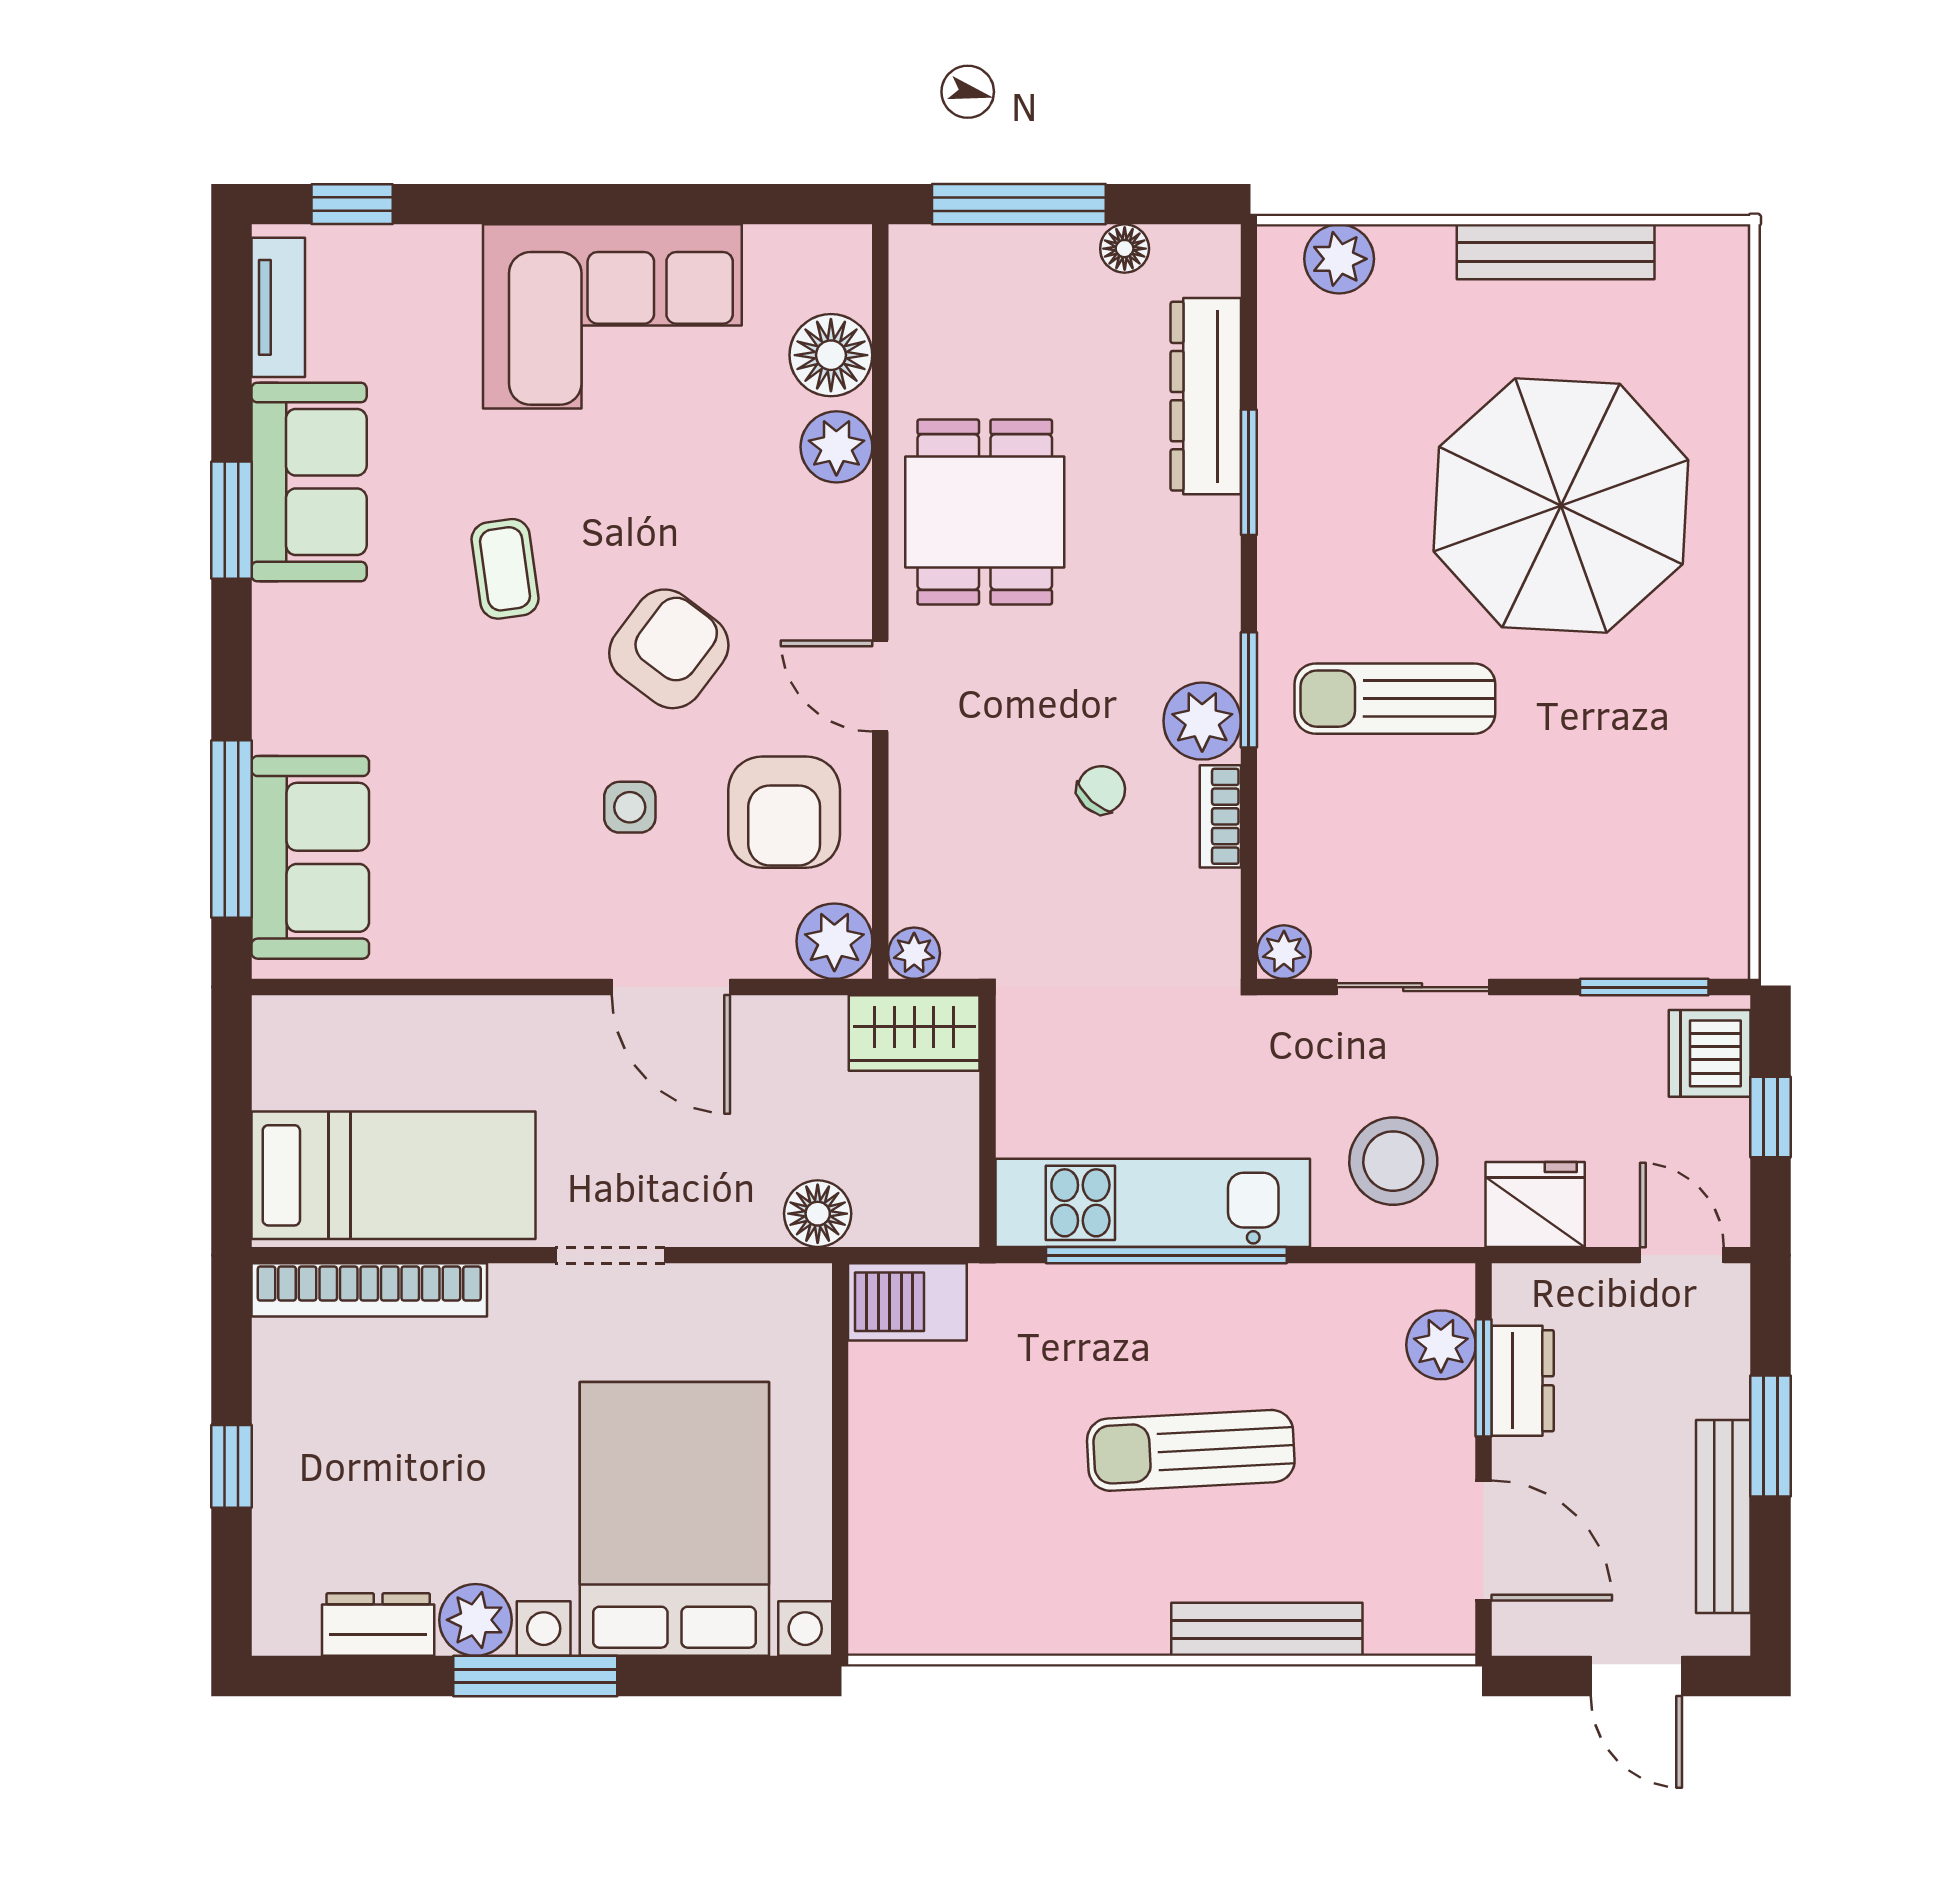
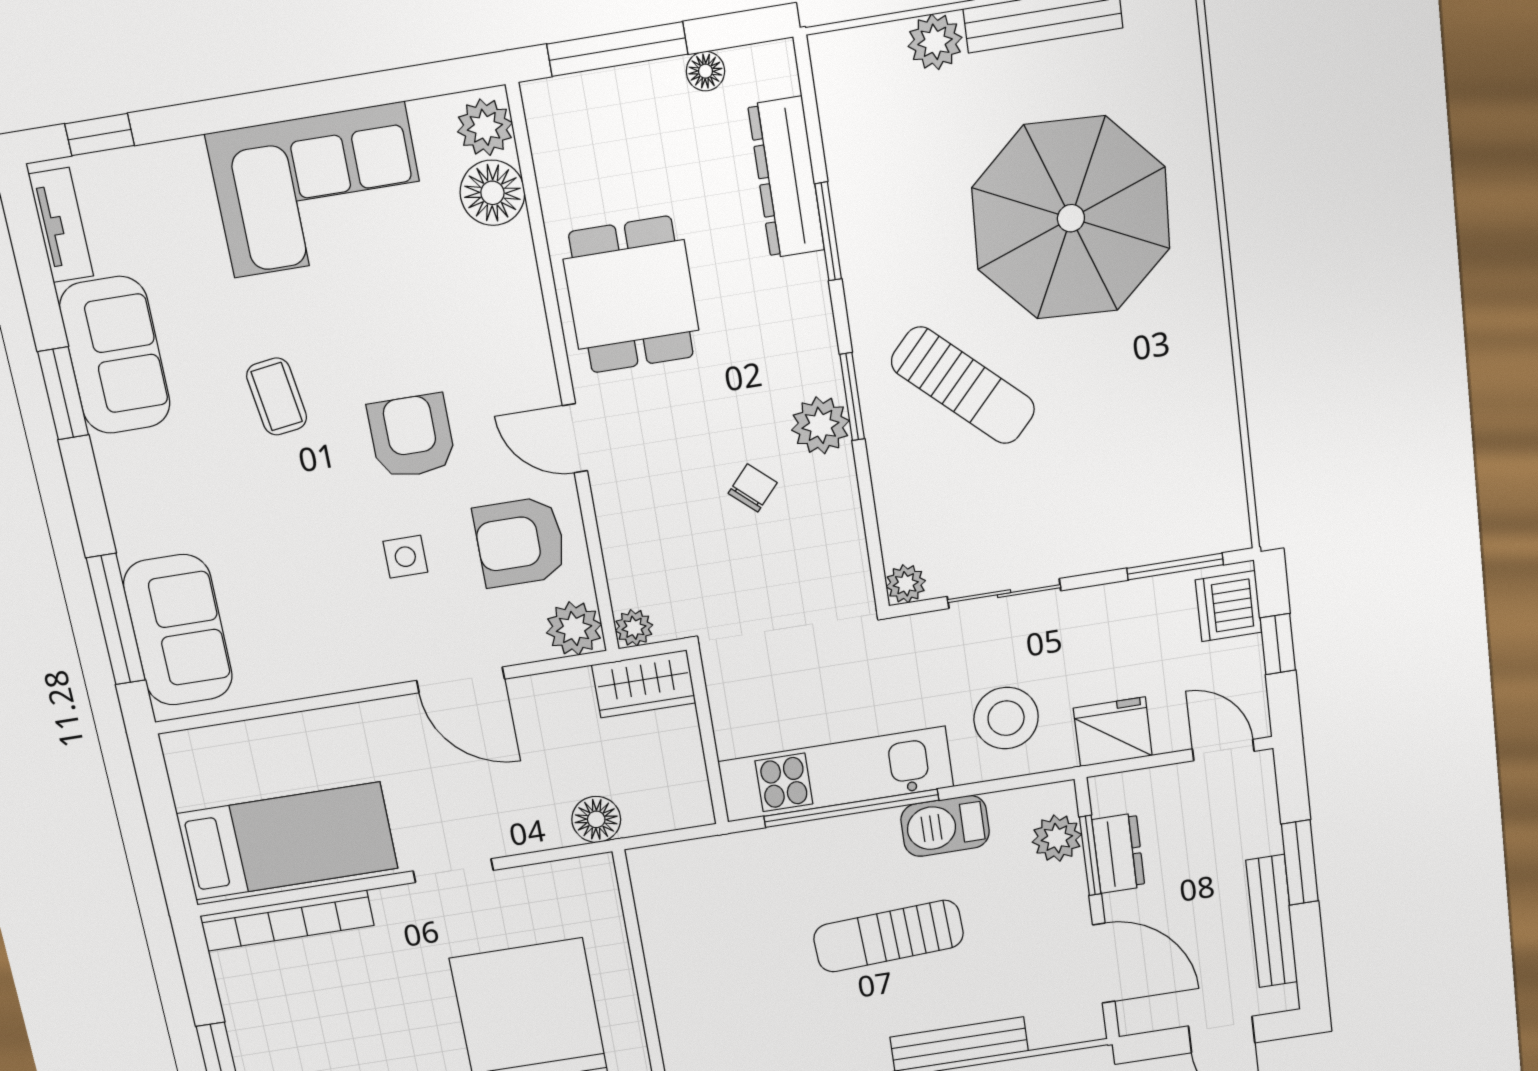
plant: (1339, 259) -> (935, 42), moved
plant: (836, 447) -> (485, 127), moved
armchair: (669, 649) -> (412, 436), turned -37
sun lounger: (1395, 699) -> (963, 385), turned -137
armchair: (784, 812) -> (520, 542), turned 90
bookcase: (1220, 816) -> (844, 493), removed
barbecue: (907, 1302) -> (945, 826), moved

